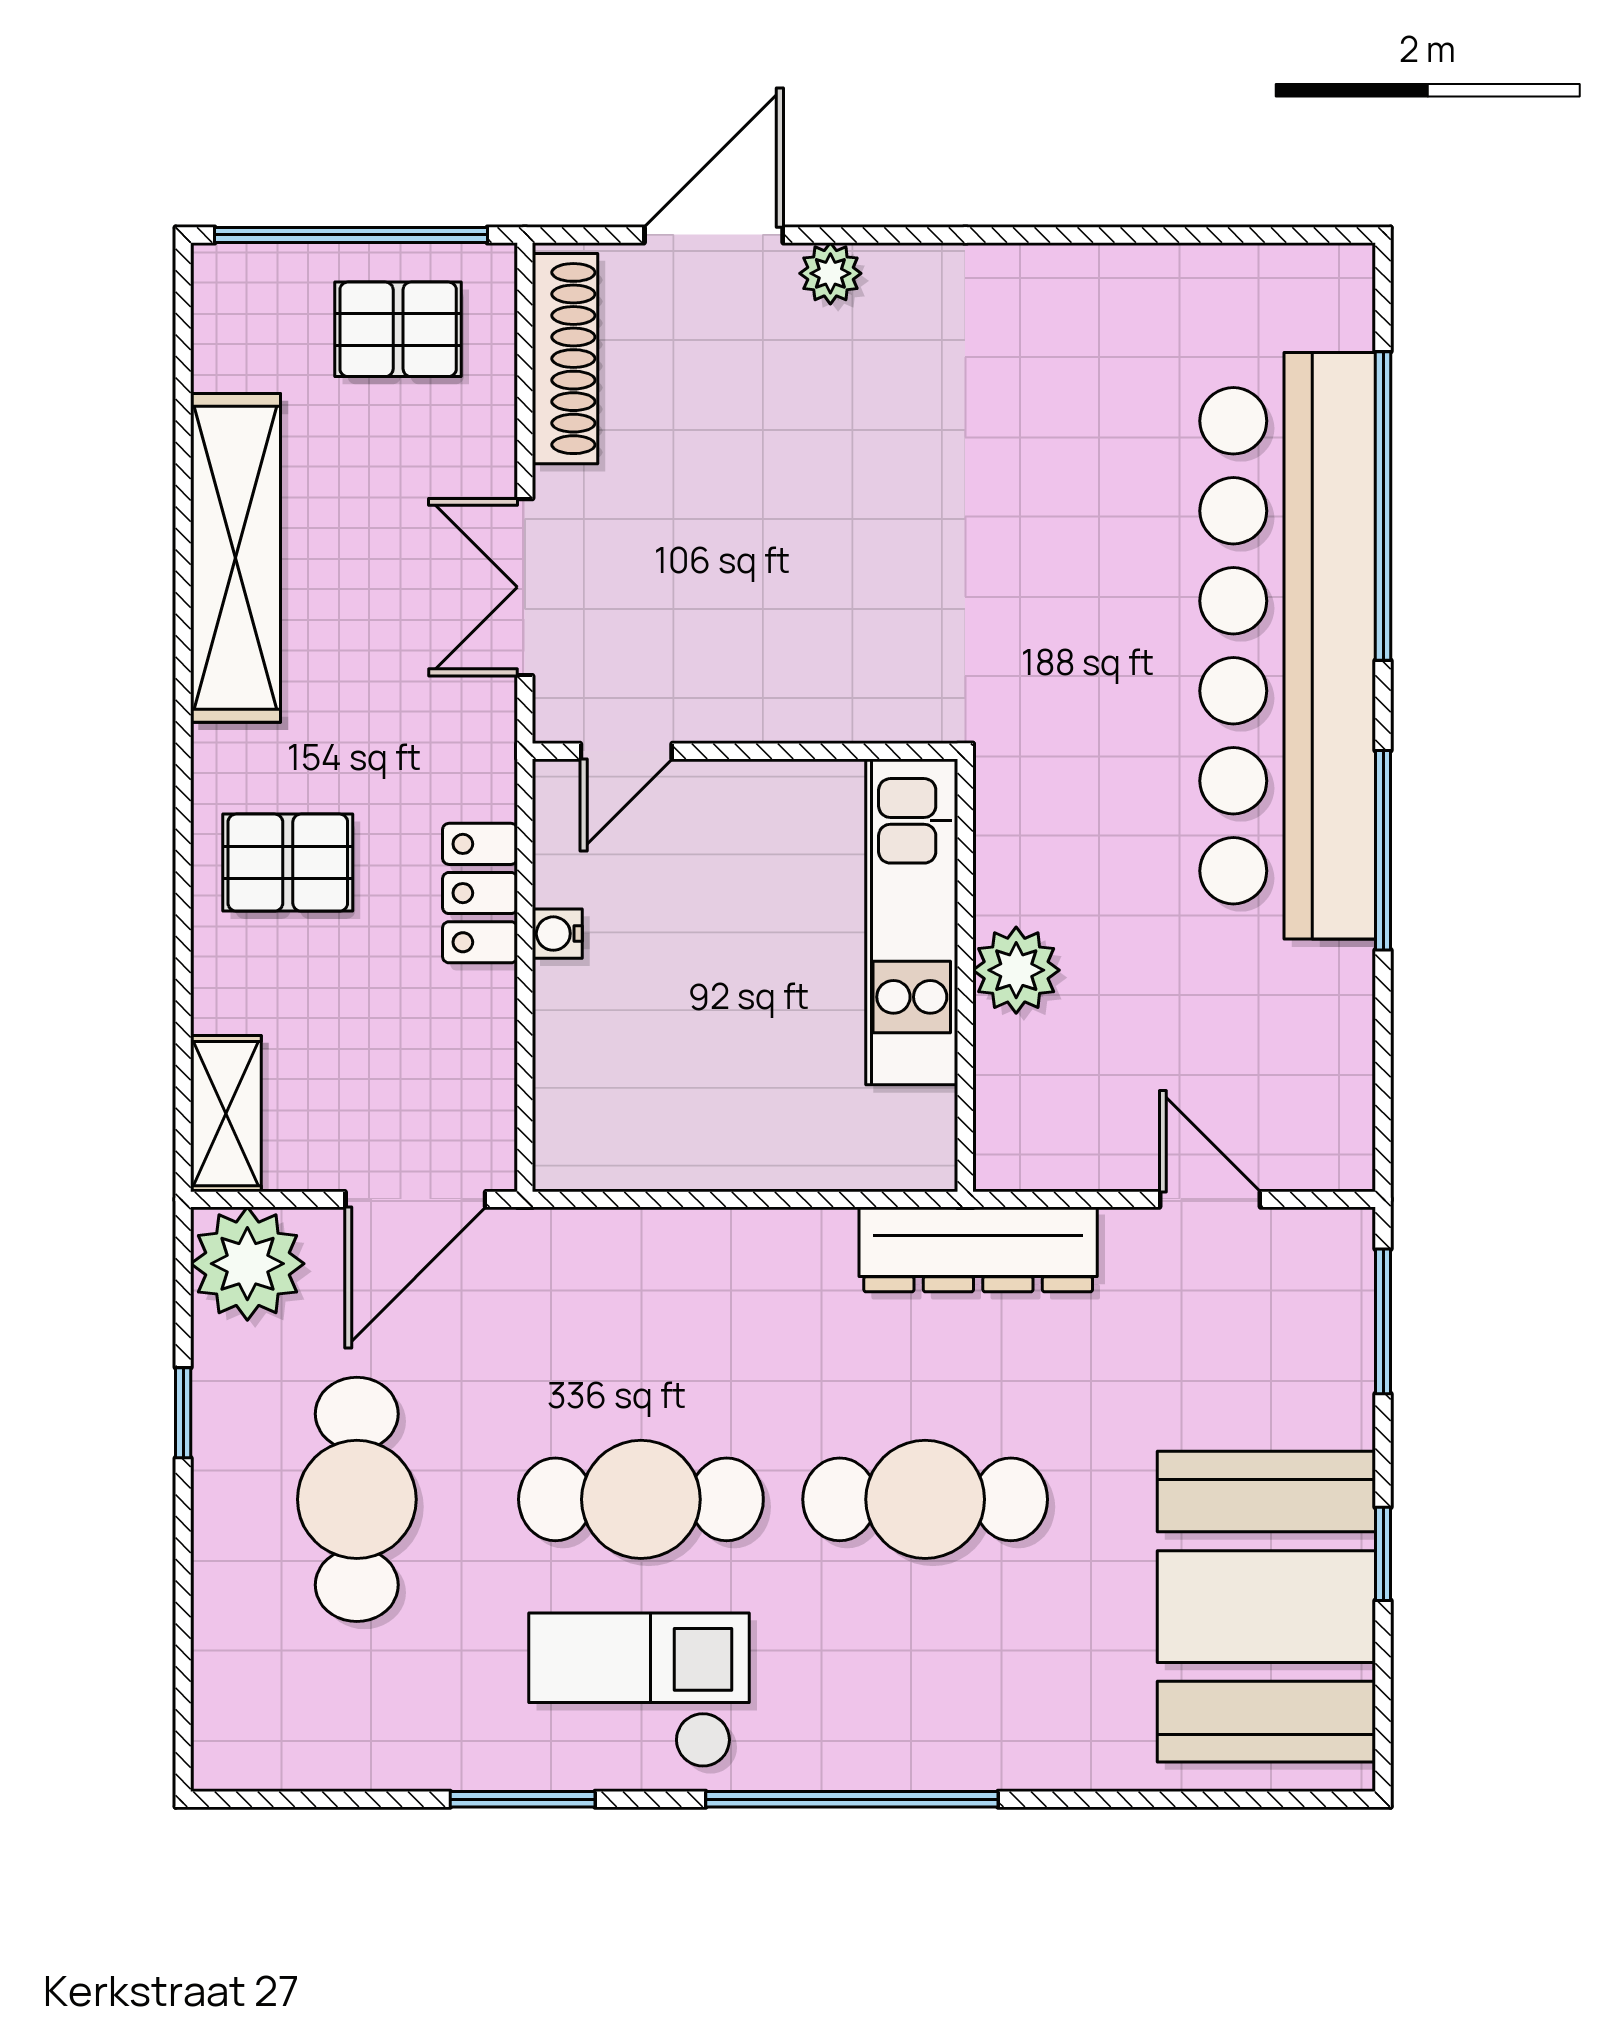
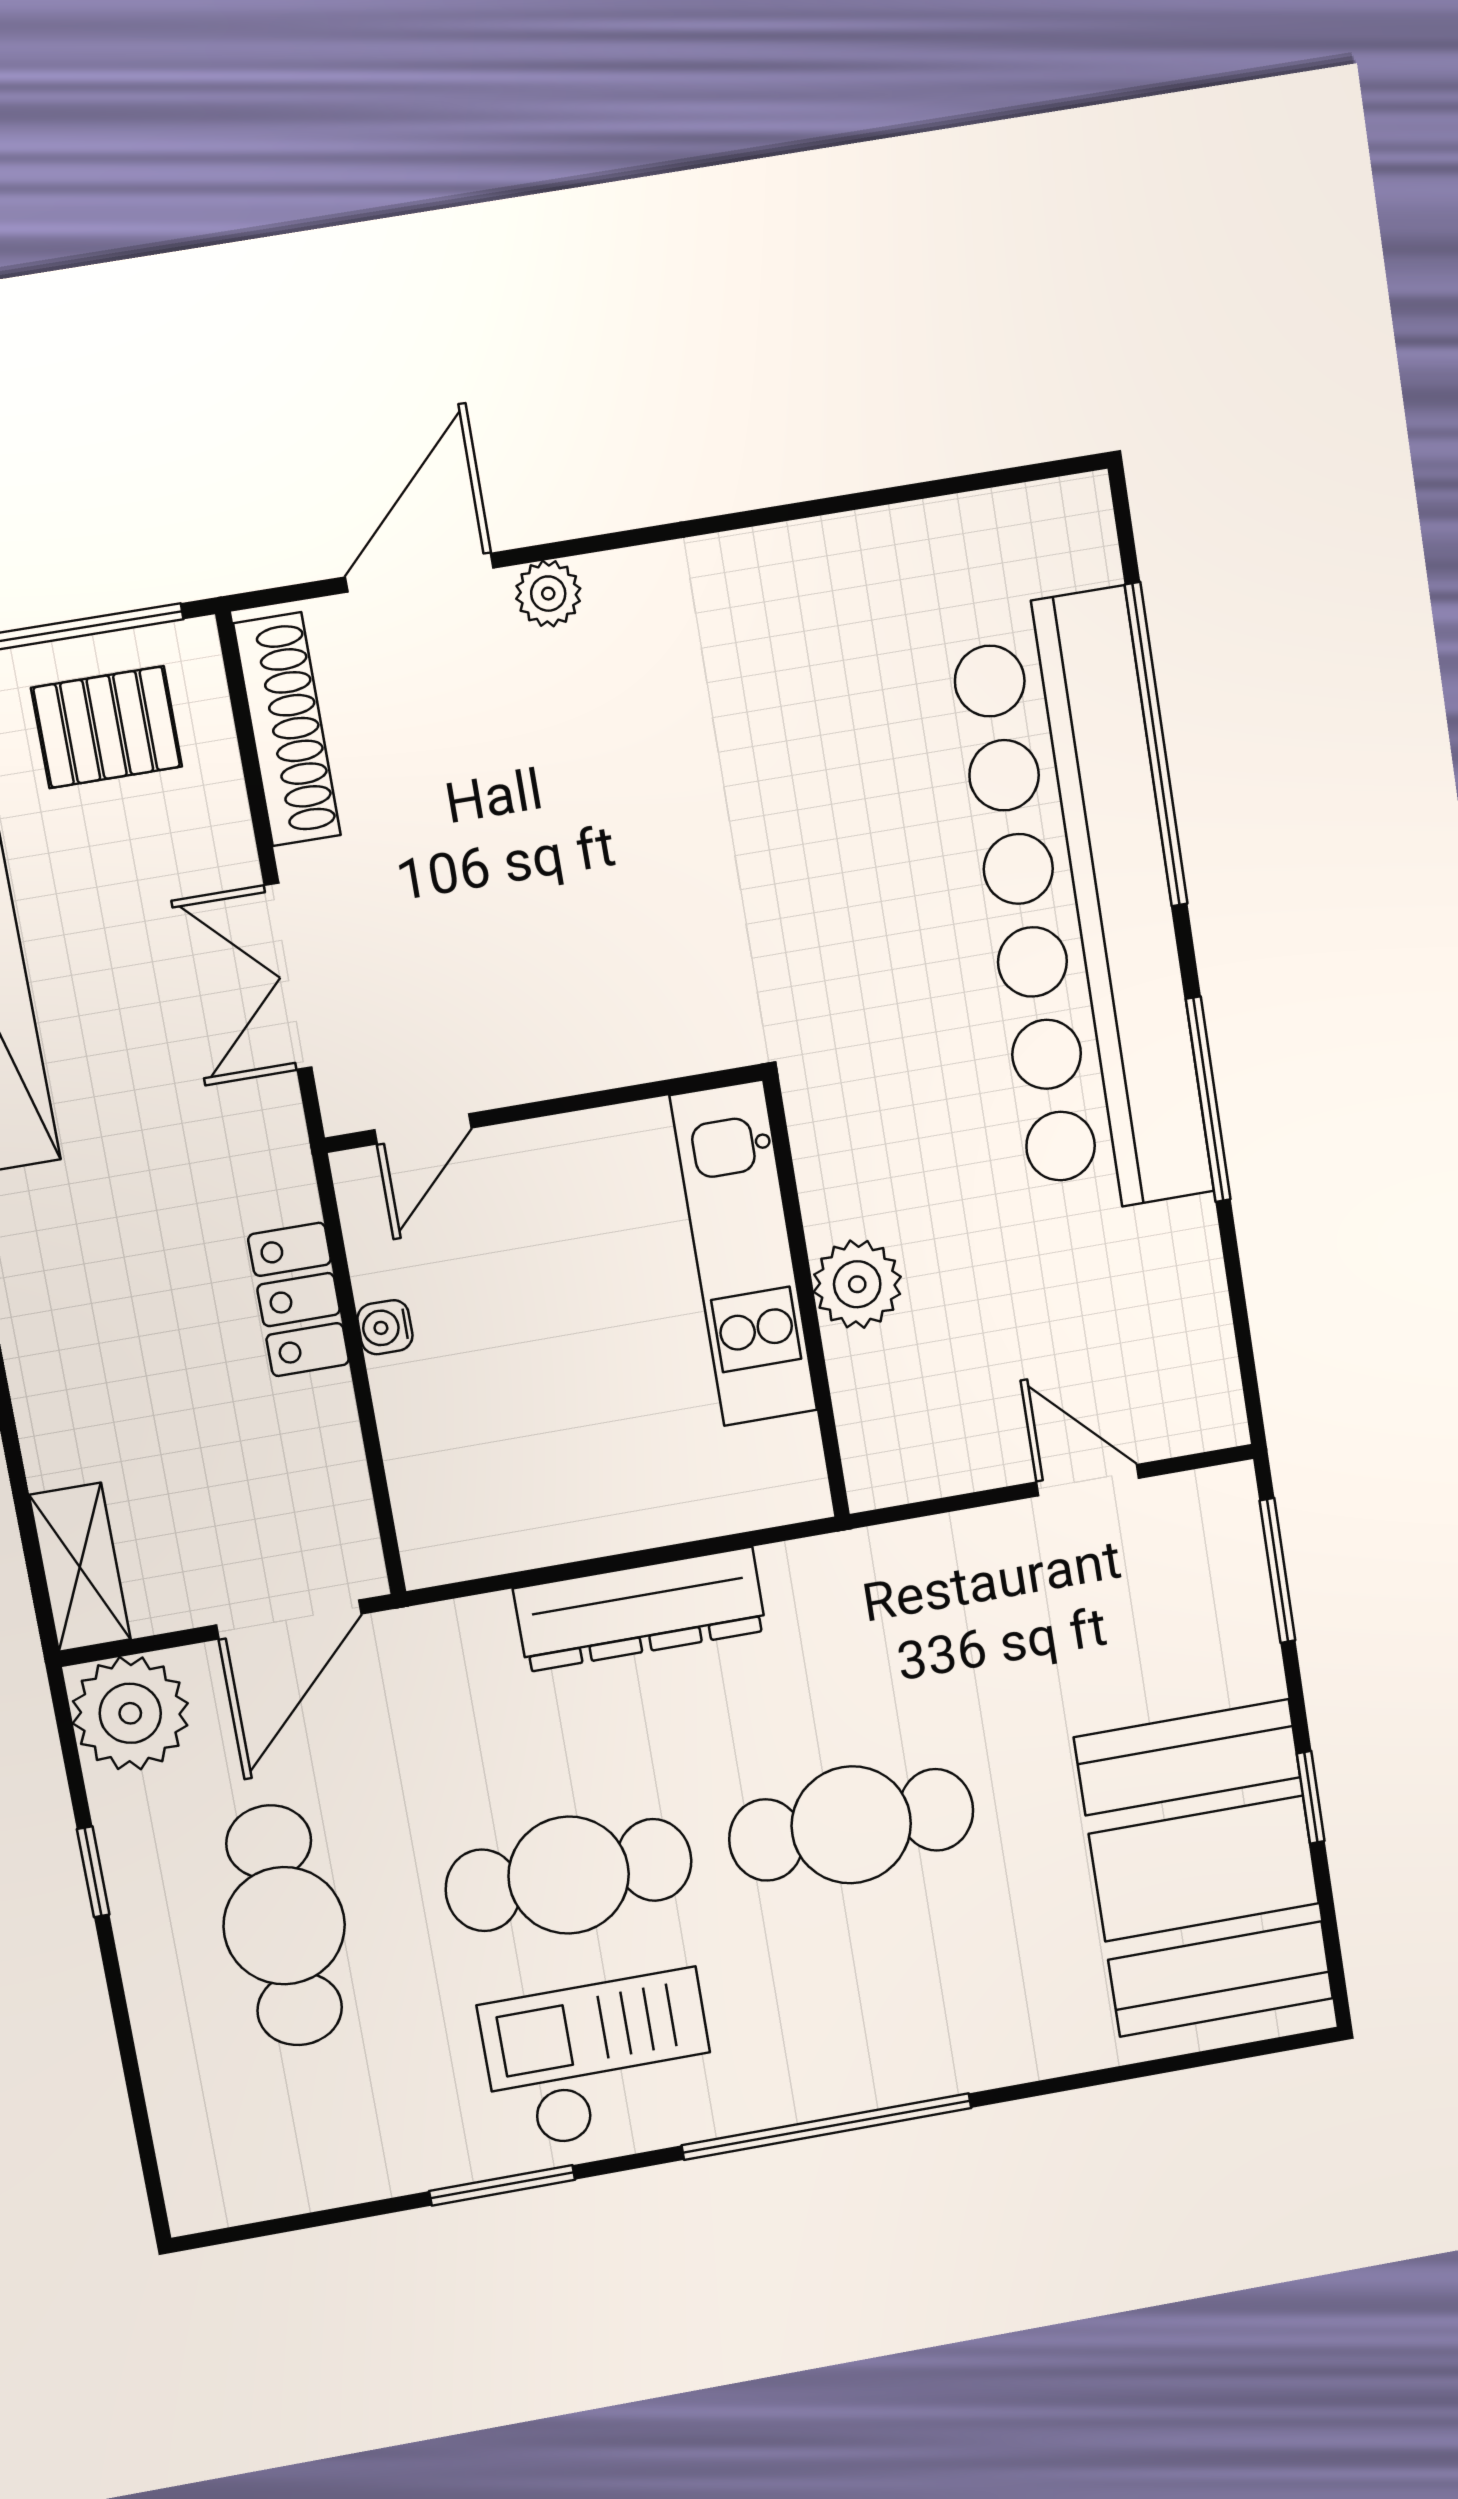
pallet: (288, 863) -> (95, 1302), removed
dresser: (978, 1249) -> (640, 1609), moved

